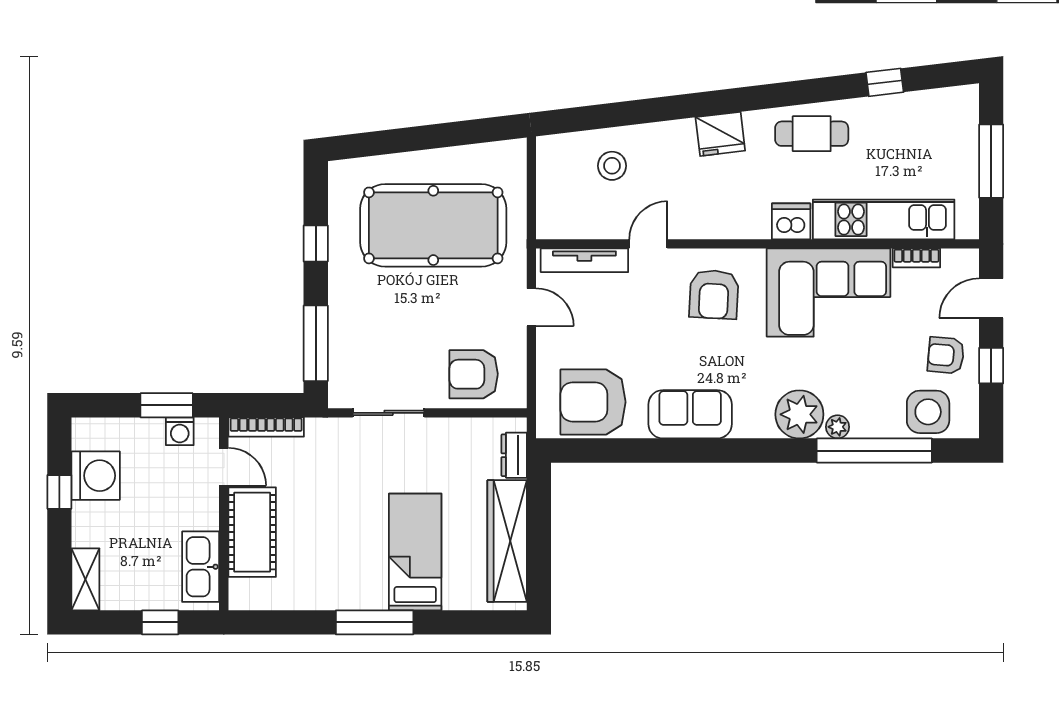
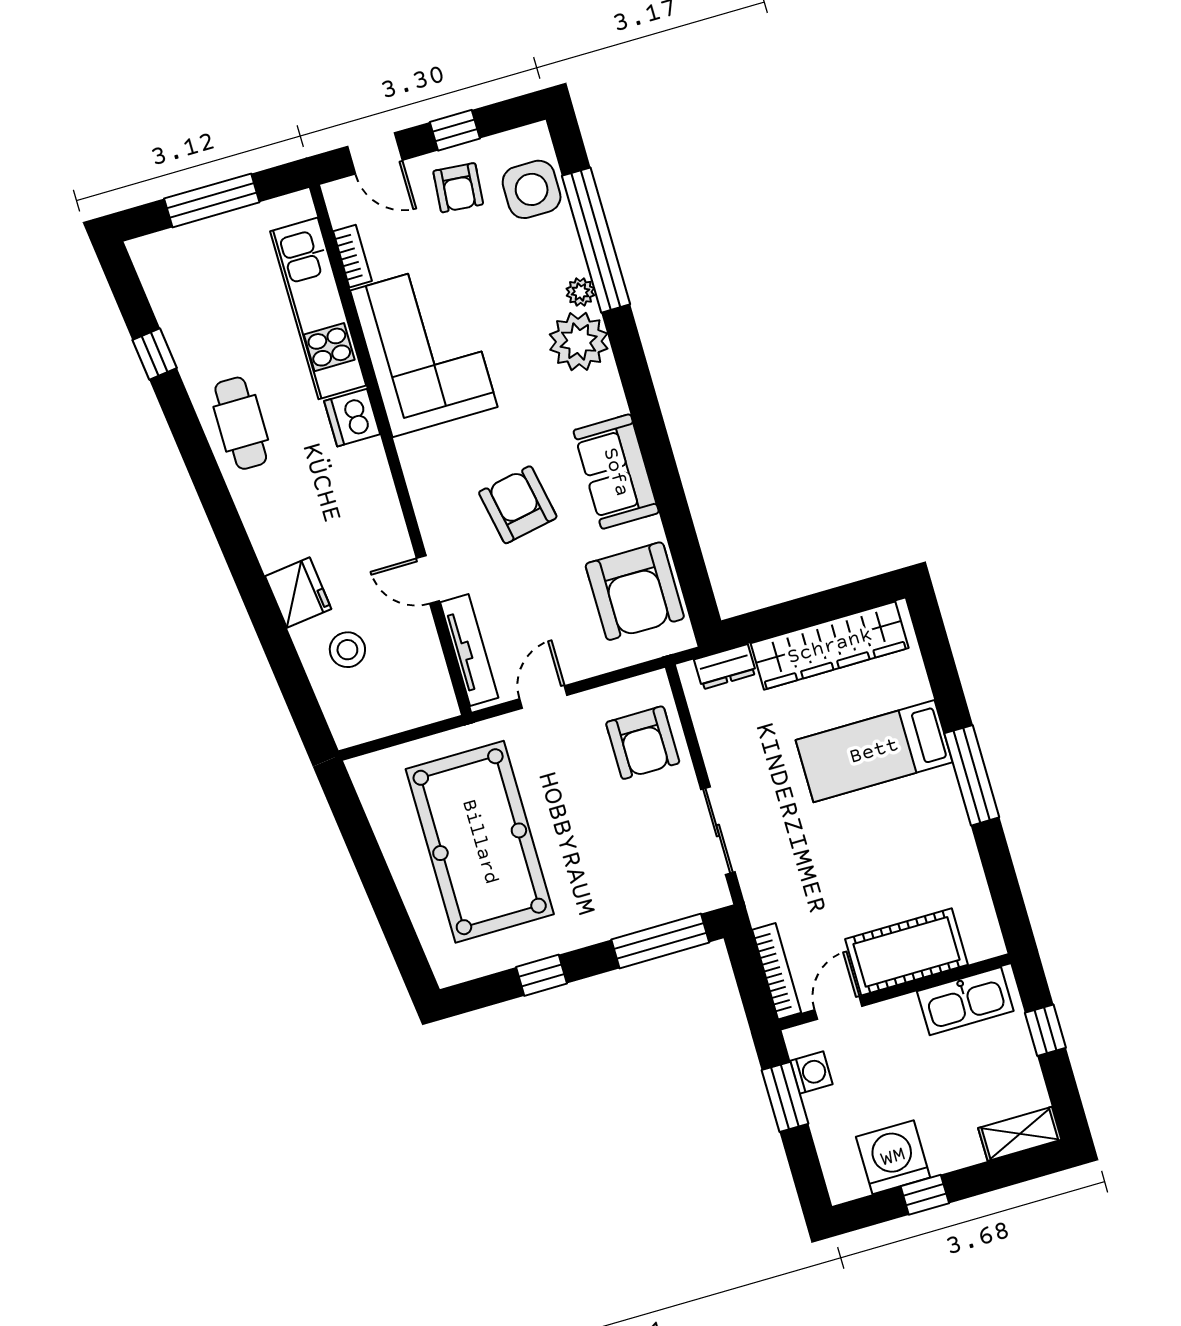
fridge: (720, 134) -> (298, 593), moved
armchair: (714, 294) -> (518, 505), moved, turned -104

